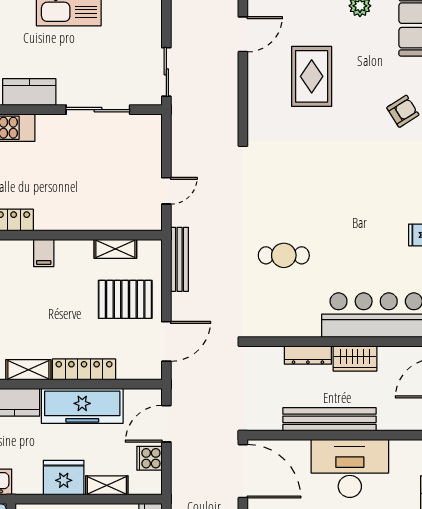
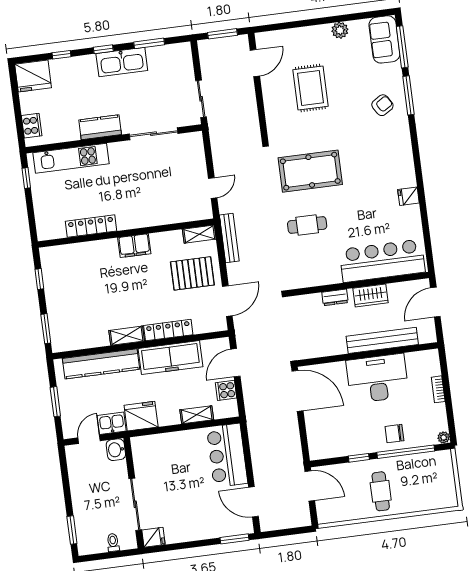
pool table: (297, 185) -> (310, 171), added
shelving: (115, 249) -> (199, 234), moved
filing cabinet: (44, 253) -> (134, 246), width x2.00
dresser: (308, 355) -> (335, 297), width x0.70
bench: (329, 419) -> (382, 340), moved
fridge: (64, 478) -> (141, 416), moved

